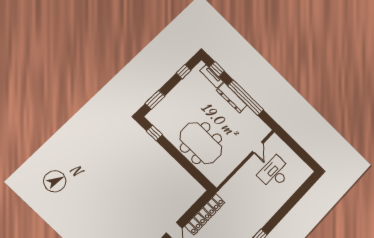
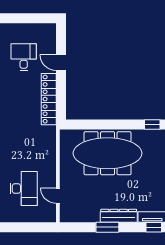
window: (246, 98) -> (107, 227), width x0.47
meeting table: (201, 143) -> (108, 153), width x1.36

